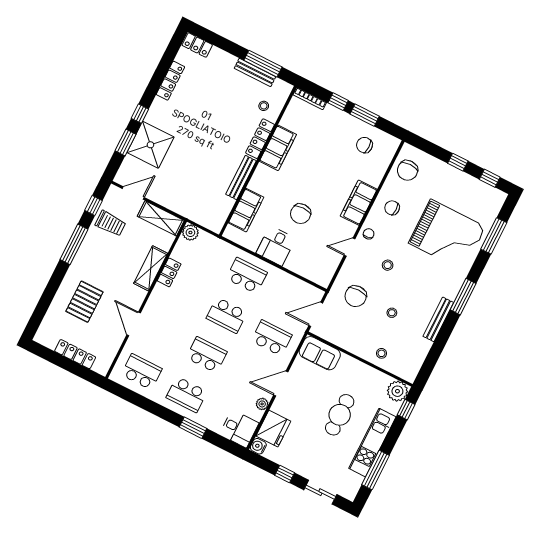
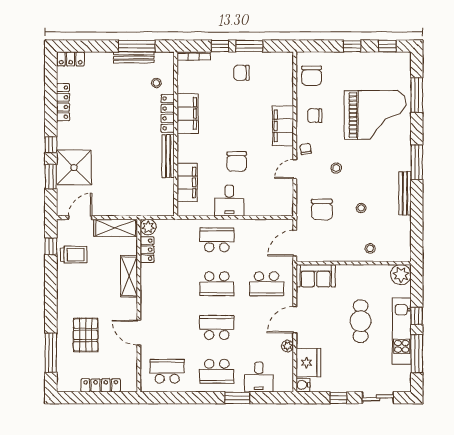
chair: (364, 145) -> (242, 73), moved
window: (74, 244) -> (51, 353), moved
locker: (169, 272) -> (147, 250), moved
school desk: (272, 338) -> (266, 284), turned 180
window: (406, 410) -> (417, 316), moved
desk: (239, 429) -> (259, 377), moved, turned 90

